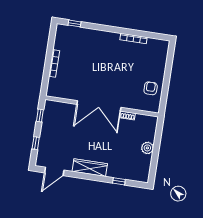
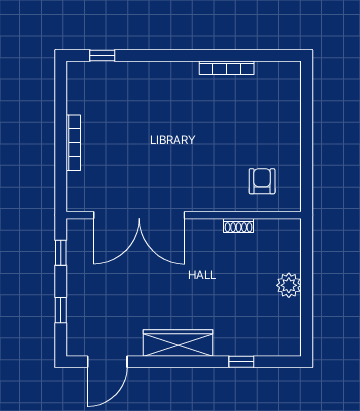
armchair: (151, 88) -> (262, 181), moved
double door: (99, 106) -> (139, 215), moved

